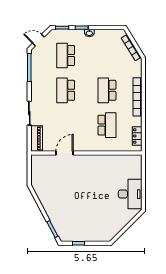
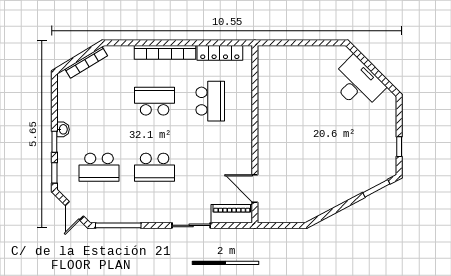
school desk: (107, 90) -> (155, 101), turned 180
school desk: (107, 125) -> (210, 101), turned 90
locker: (137, 136) -> (220, 53), width x1.53
door: (65, 153) -> (255, 188), moved
desk: (130, 194) -> (357, 84), moved, turned 45

